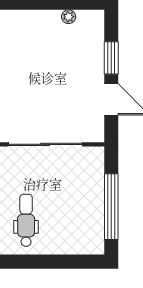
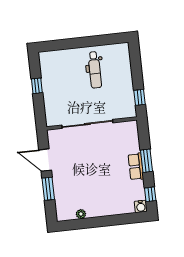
window: (111, 207) -> (37, 86), width x0.32

